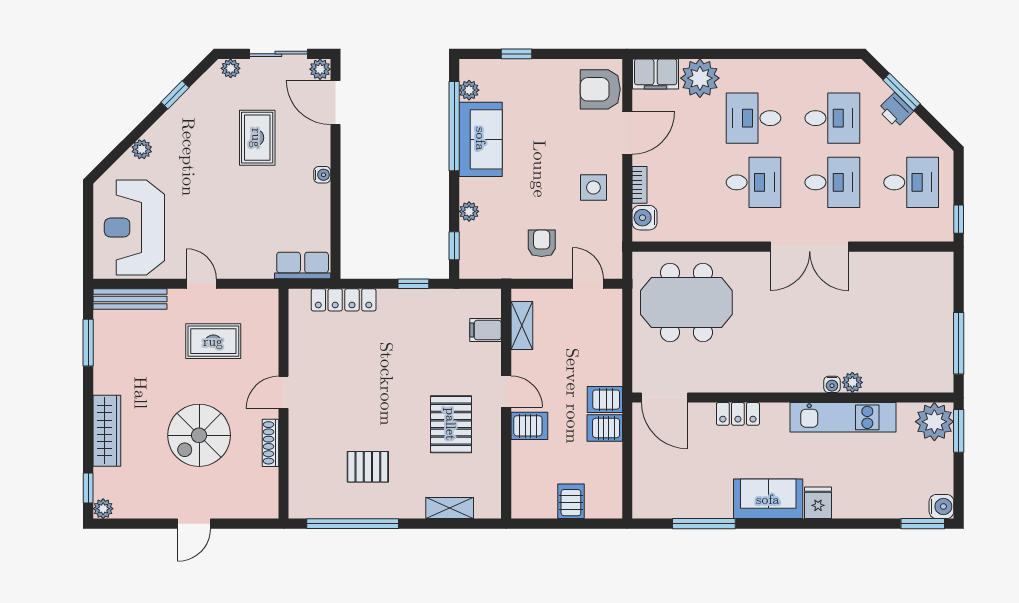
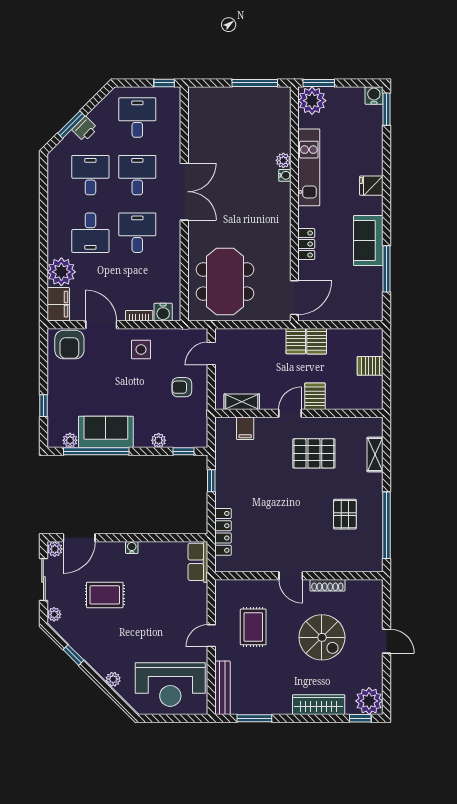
sofa: (768, 499) -> (368, 241), moved
plant: (103, 509) -> (369, 701), width x1.87, depth x1.87

